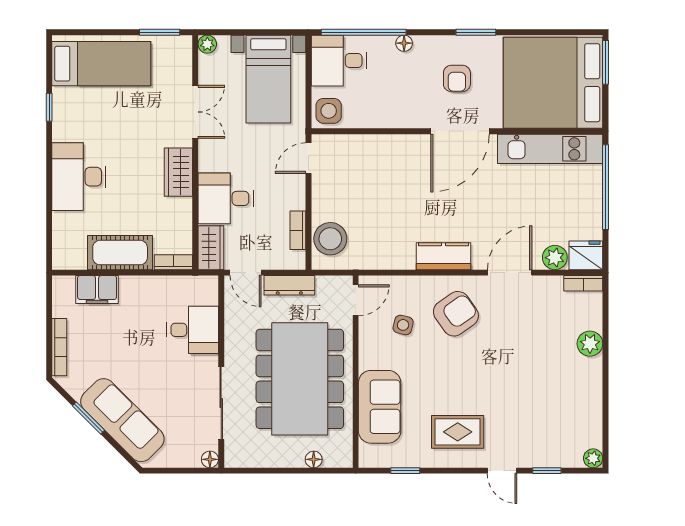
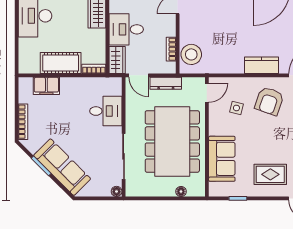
armchair: (456, 314) -> (269, 101), turned 144

